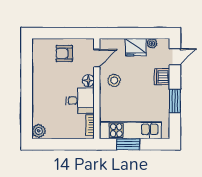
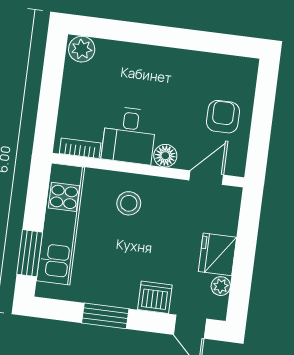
door: (97, 58) -> (206, 178), swing flipped
stool: (114, 80) -> (129, 203), moved
window: (128, 144) -> (30, 253), moved

